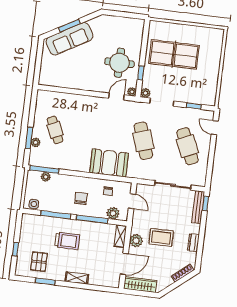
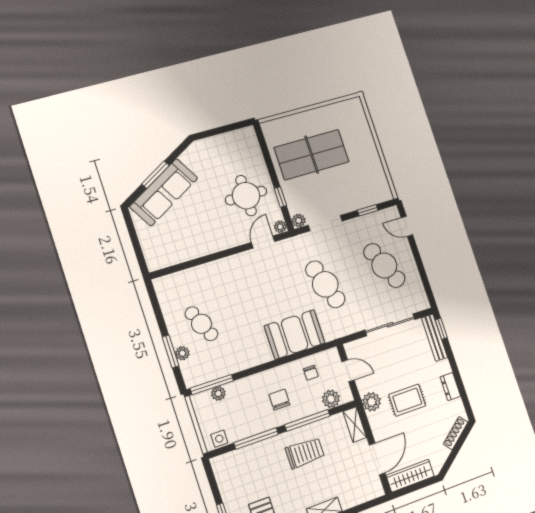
trolley: (67, 241) -> (305, 453), moved
plant: (136, 241) -> (372, 402), moved

